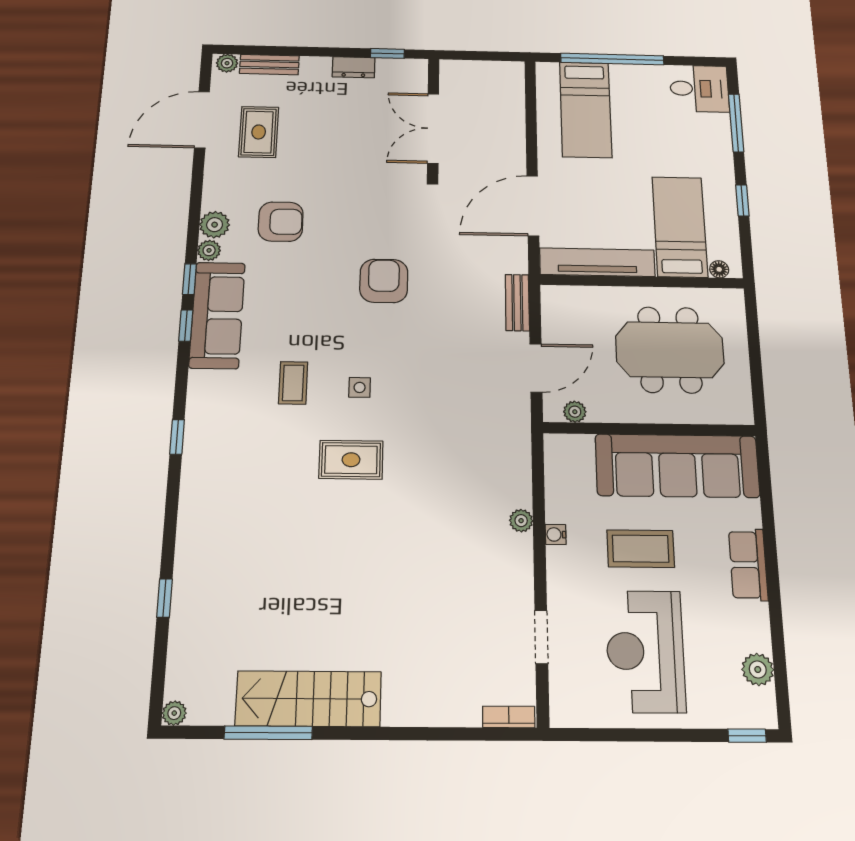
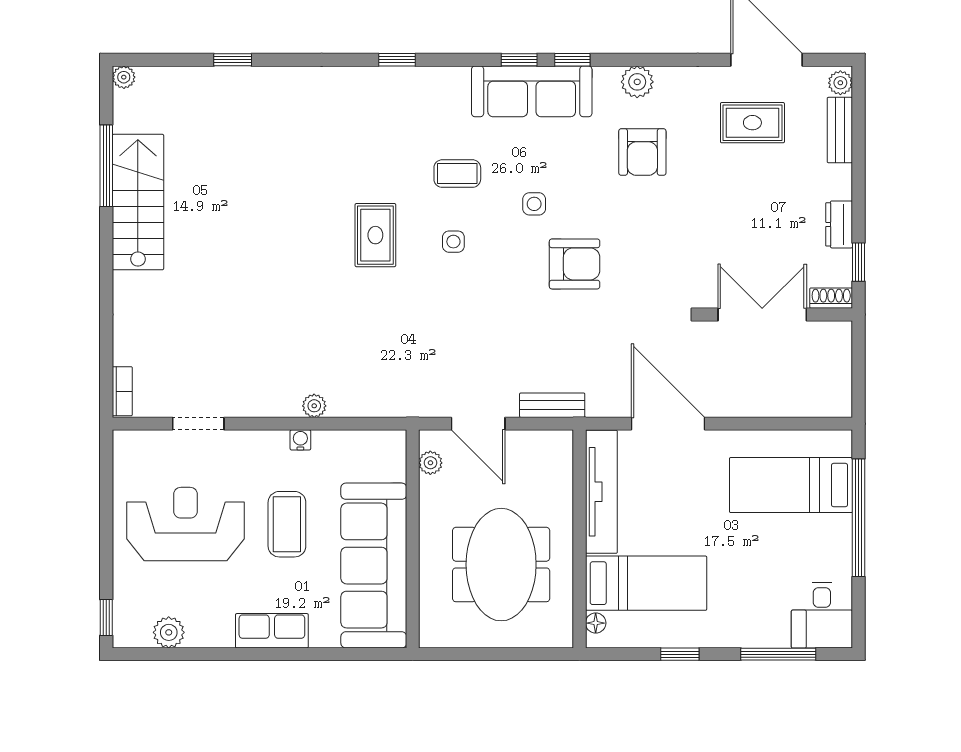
shoe rack: (419, 75) -> (831, 298), added
plant: (209, 250) -> (606, 78), removed
side table: (326, 315) -> (534, 204), added

